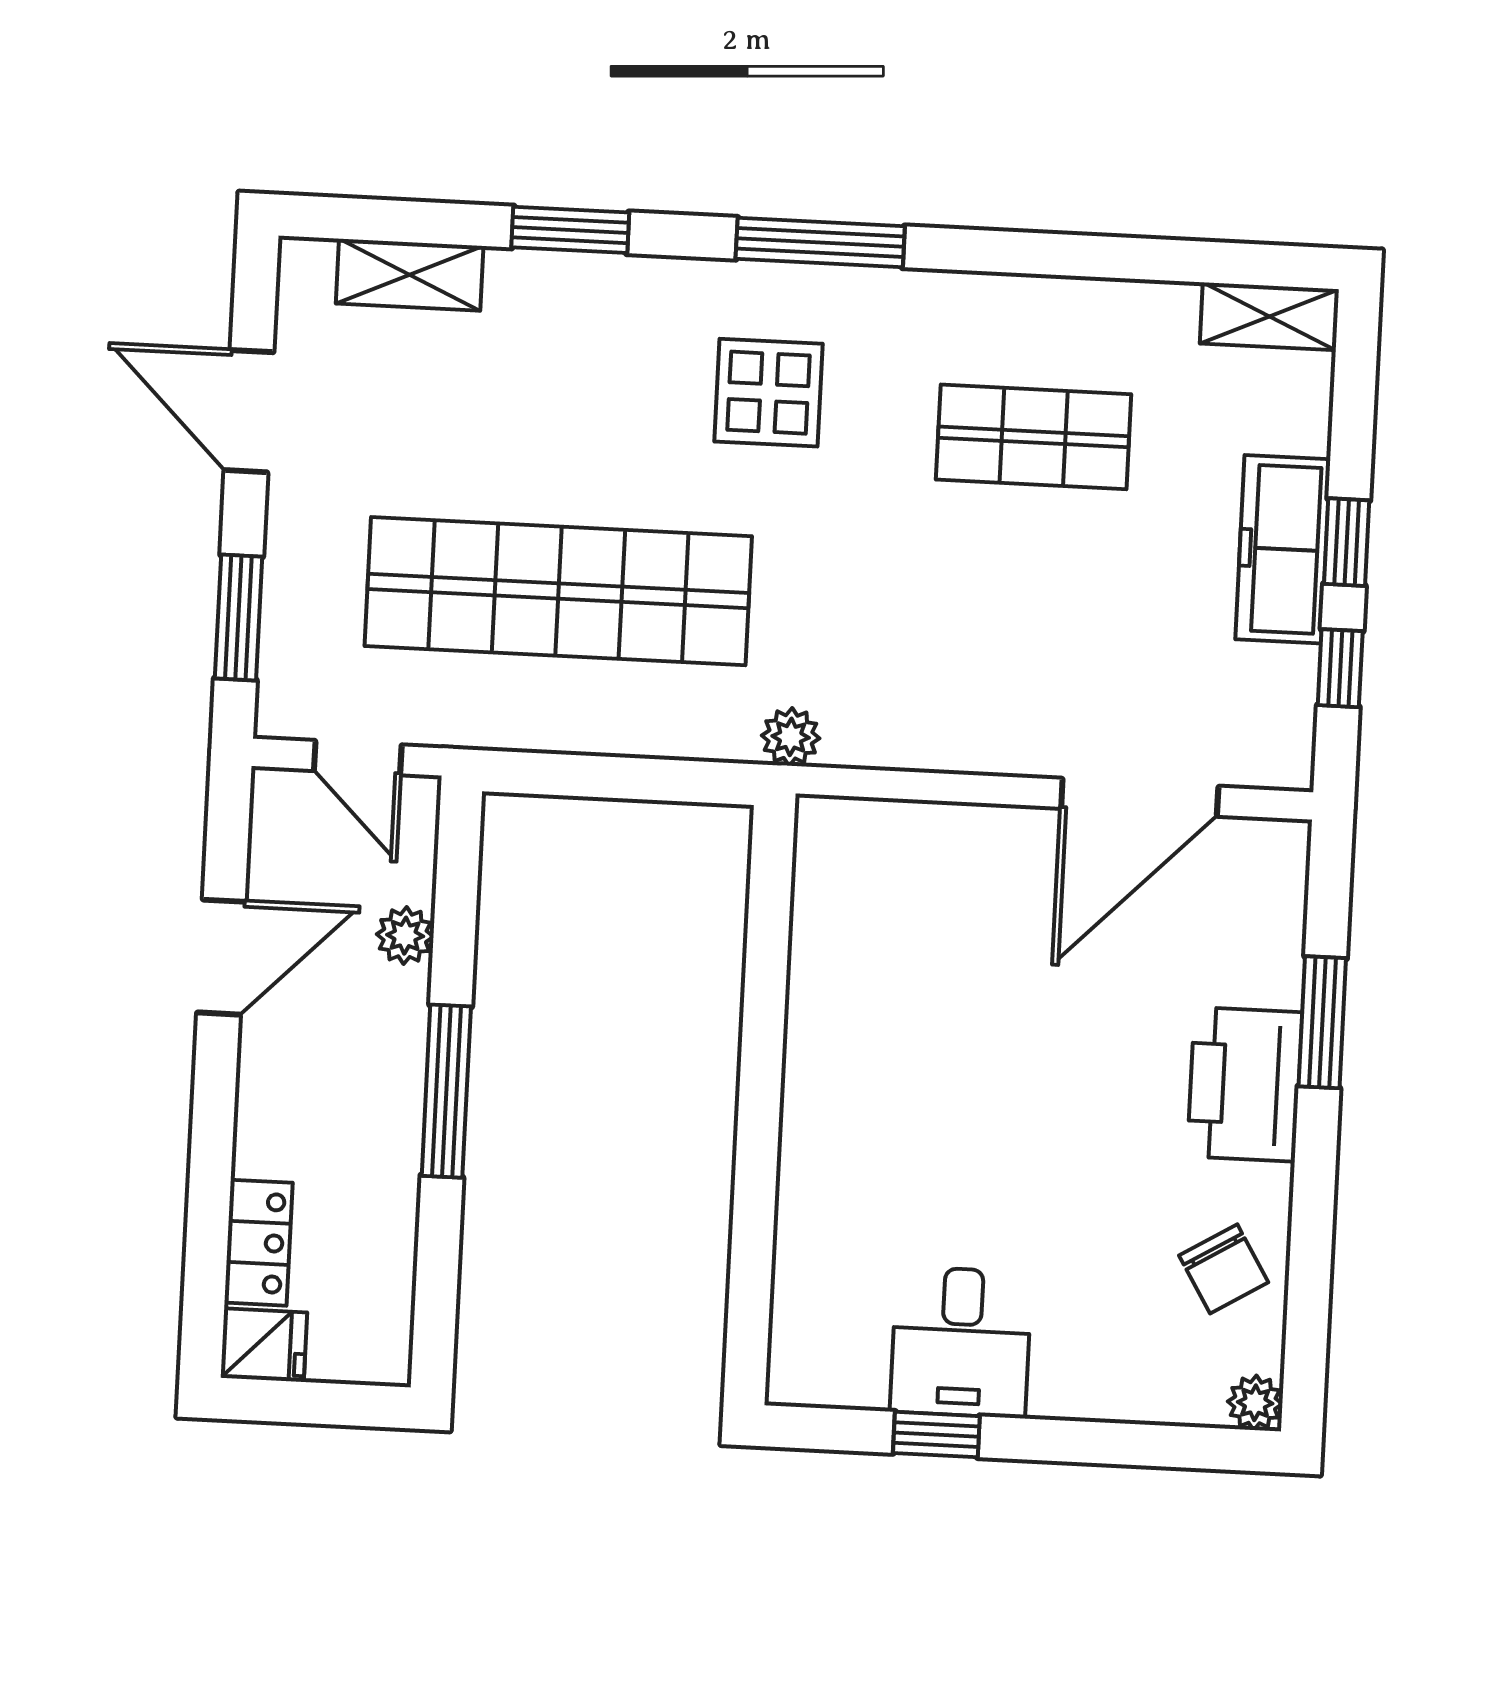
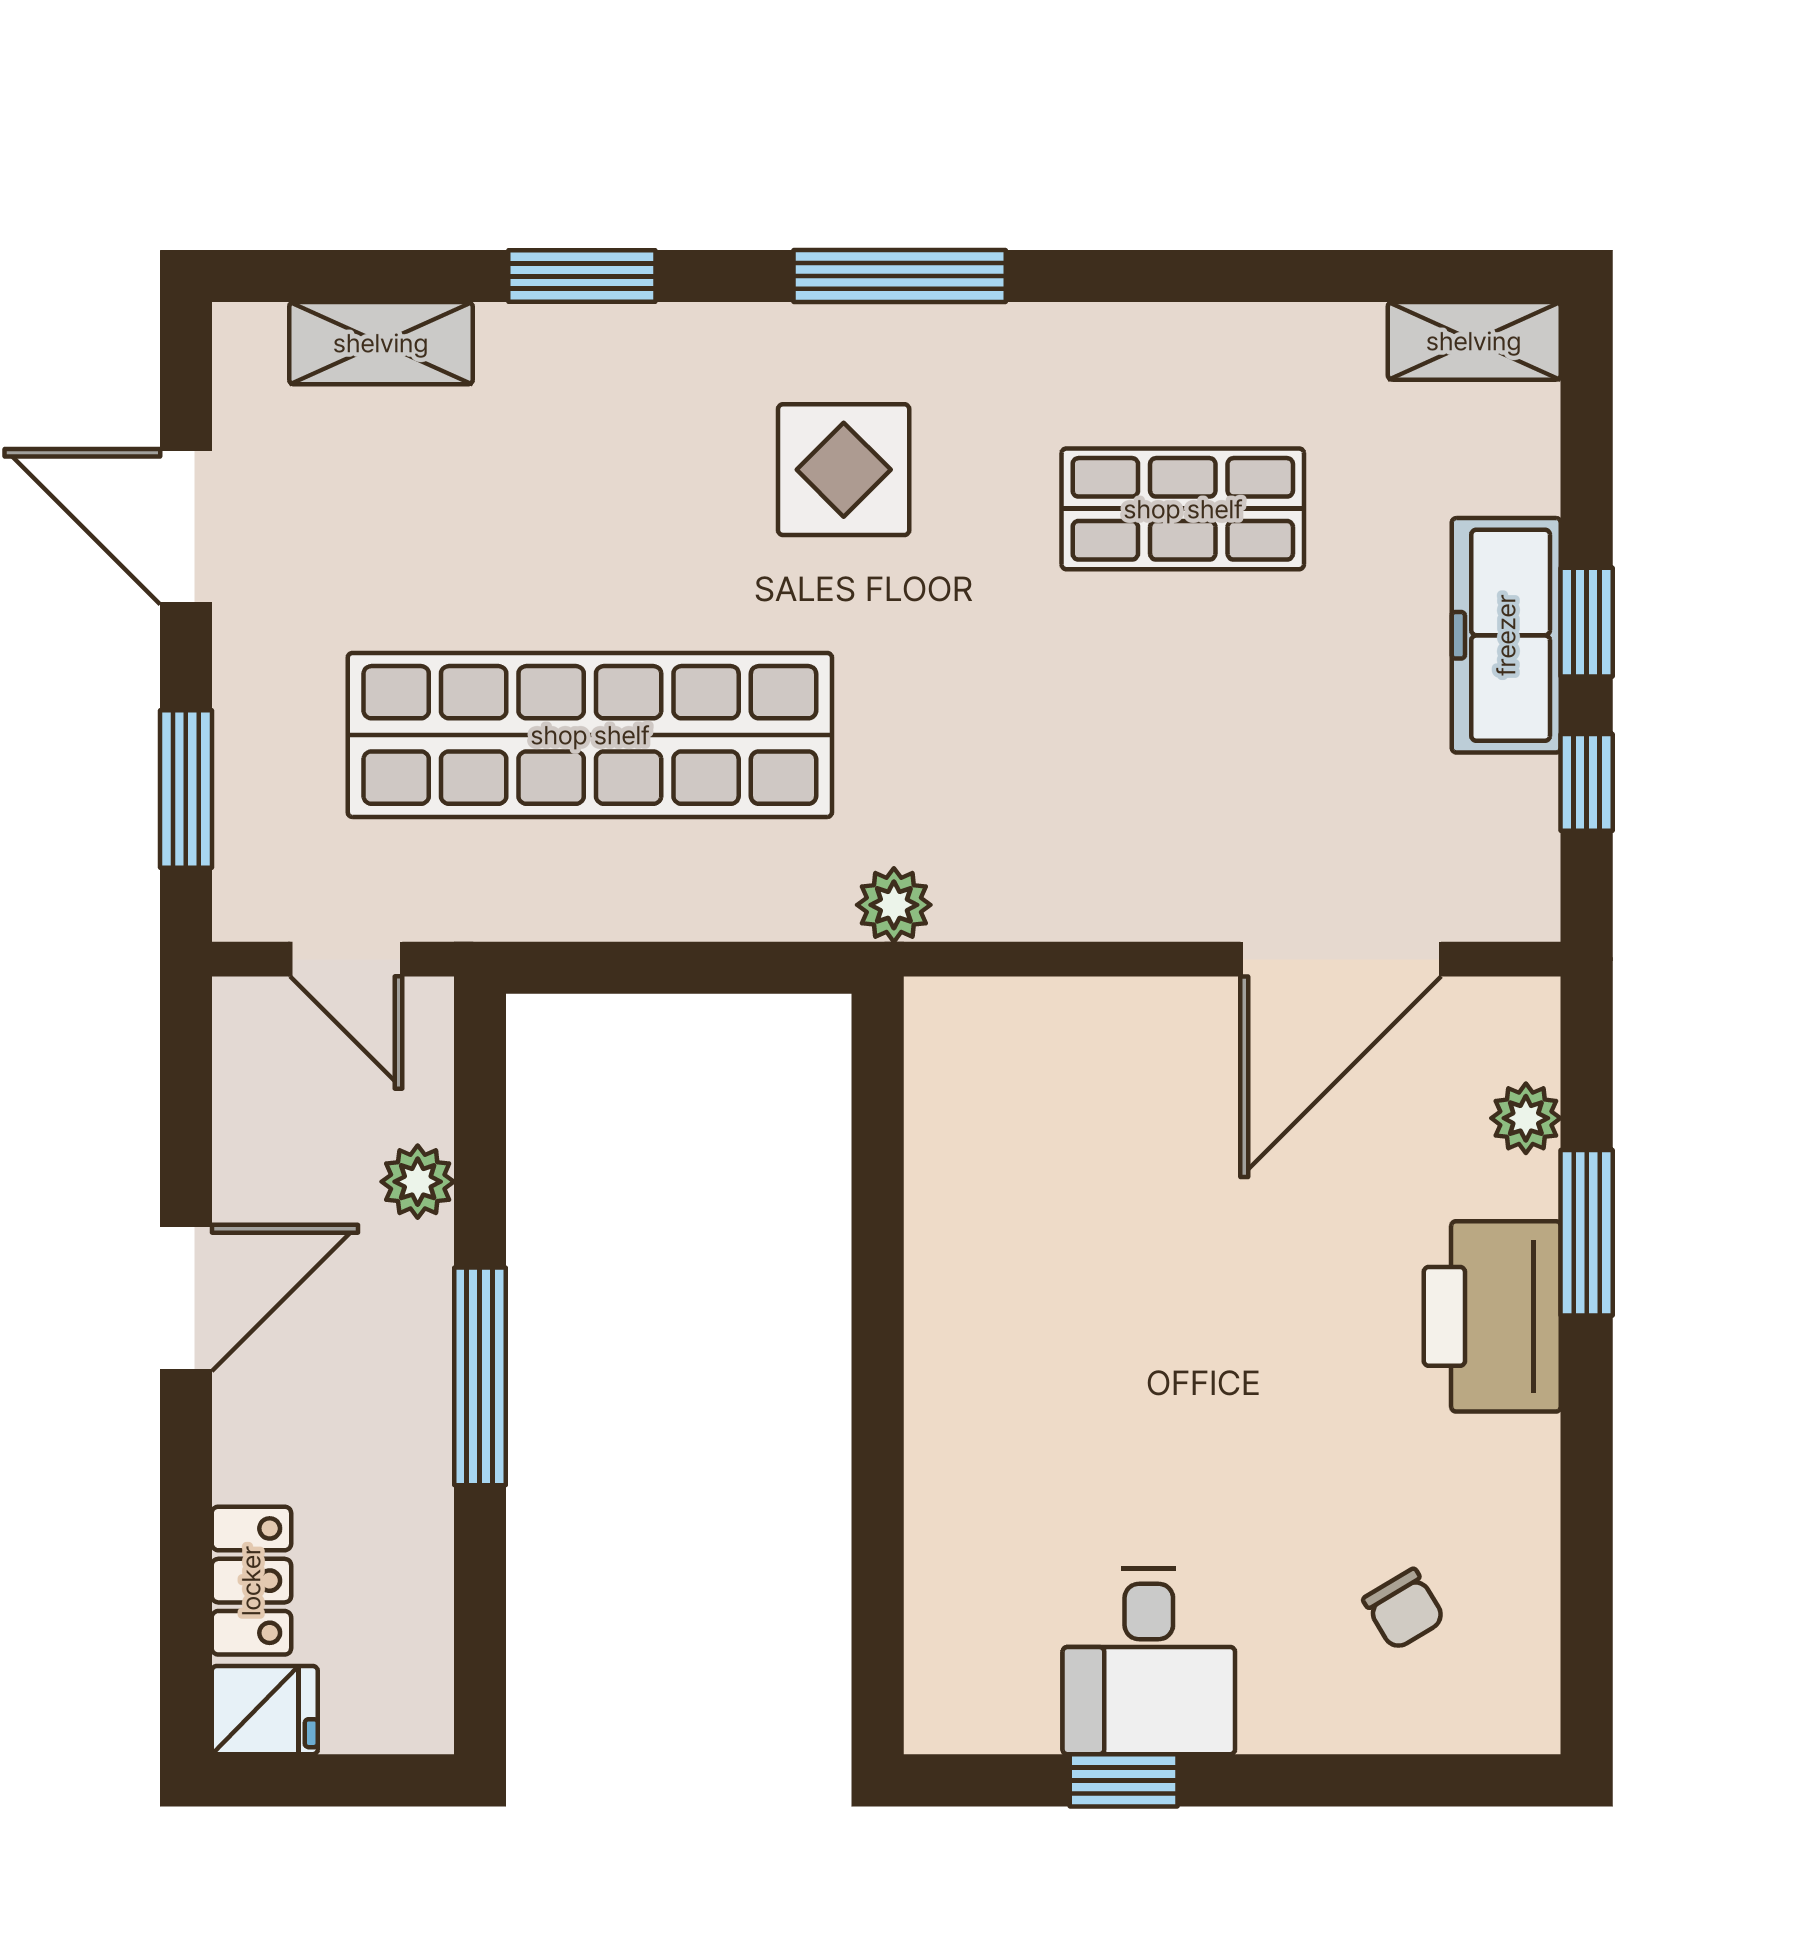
door: (221, 957) -> (186, 1298), moved
chair: (1224, 1269) -> (1404, 1609), moved, width x0.73, depth x0.73
plant: (1255, 1403) -> (1526, 1118), moved

